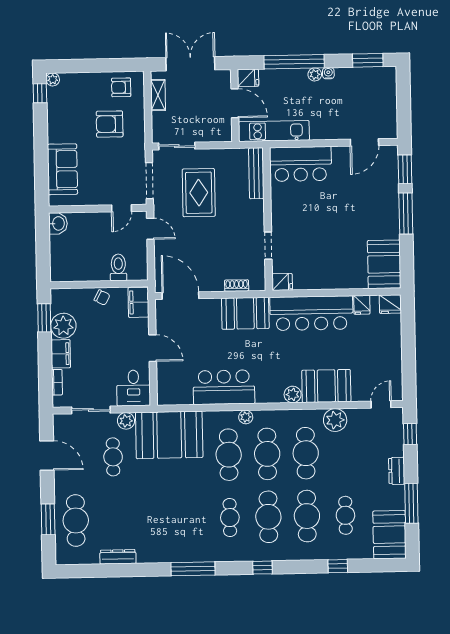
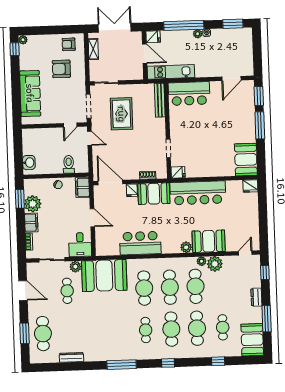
sofa: (62, 169) -> (30, 93), width x1.36
washbasin: (58, 223) -> (29, 163), moved
fridge: (362, 305) -> (132, 190), moved
plant: (246, 417) -> (202, 261), moved

